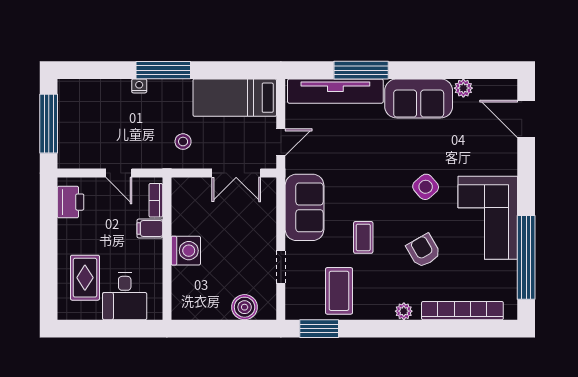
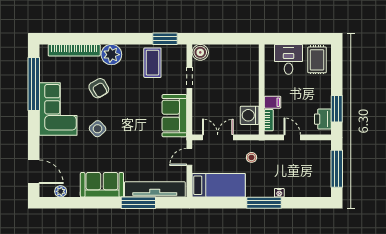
plant: (463, 88) -> (61, 191), moved
window: (49, 218) -> (337, 109), added
coffee table: (363, 237) -> (137, 97), removed
washing machine: (186, 251) -> (250, 115), moved
rug: (85, 278) -> (317, 60), moved
boiler: (245, 307) -> (200, 52), moved
plant: (404, 311) -> (111, 55), width x1.87, depth x1.87

